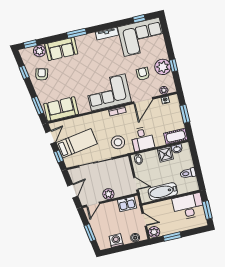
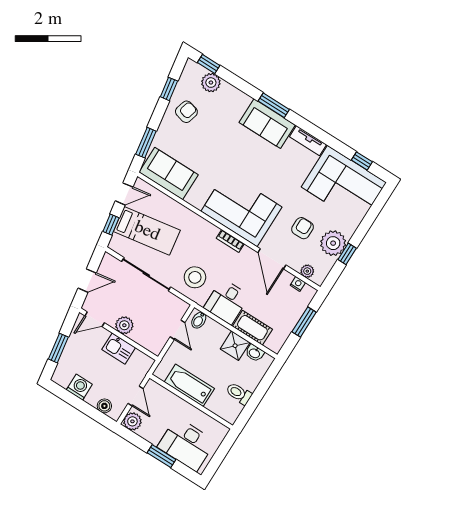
sofa: (61, 49) -> (267, 124), moved
door: (143, 101) -> (272, 259), hinge flipped
cot: (176, 136) -> (252, 328), moved
door: (136, 184) -> (178, 330), moved
kitchen sink: (127, 204) -> (119, 349), moved
desk: (188, 207) -> (186, 444), moved, turned 180
window: (207, 210) -> (218, 458), removed
window: (172, 237) -> (161, 456), moved

